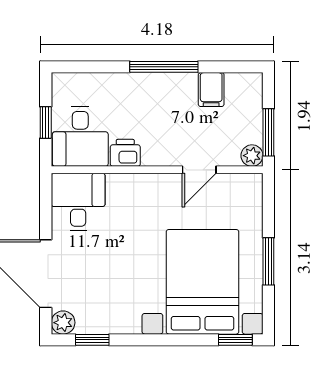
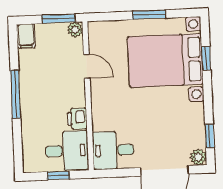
filing cabinet: (211, 90) -> (26, 36), moved, turned 90
window: (235, 340) -> (206, 58), moved

